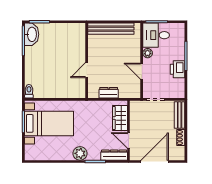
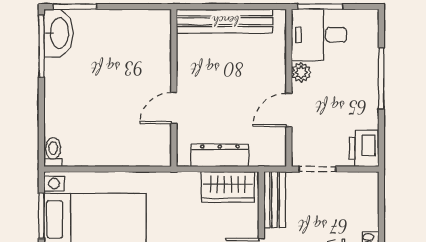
printer: (178, 69) -> (364, 149), moved
door: (142, 71) -> (289, 110), hinge flipped
dresser: (109, 93) -> (220, 155), width x1.44
bench: (180, 115) -> (275, 200), moved
wardrobe: (120, 118) -> (228, 187), moved, turned -90

